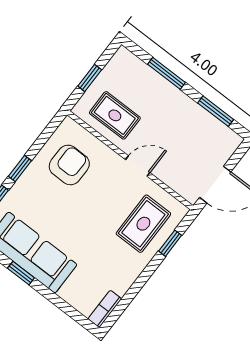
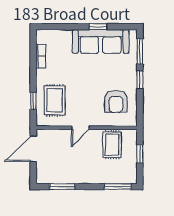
window: (166, 73) -> (118, 187), moved
rug: (115, 115) -> (112, 145), turned 90
bookcase: (105, 309) -> (41, 56), moved

